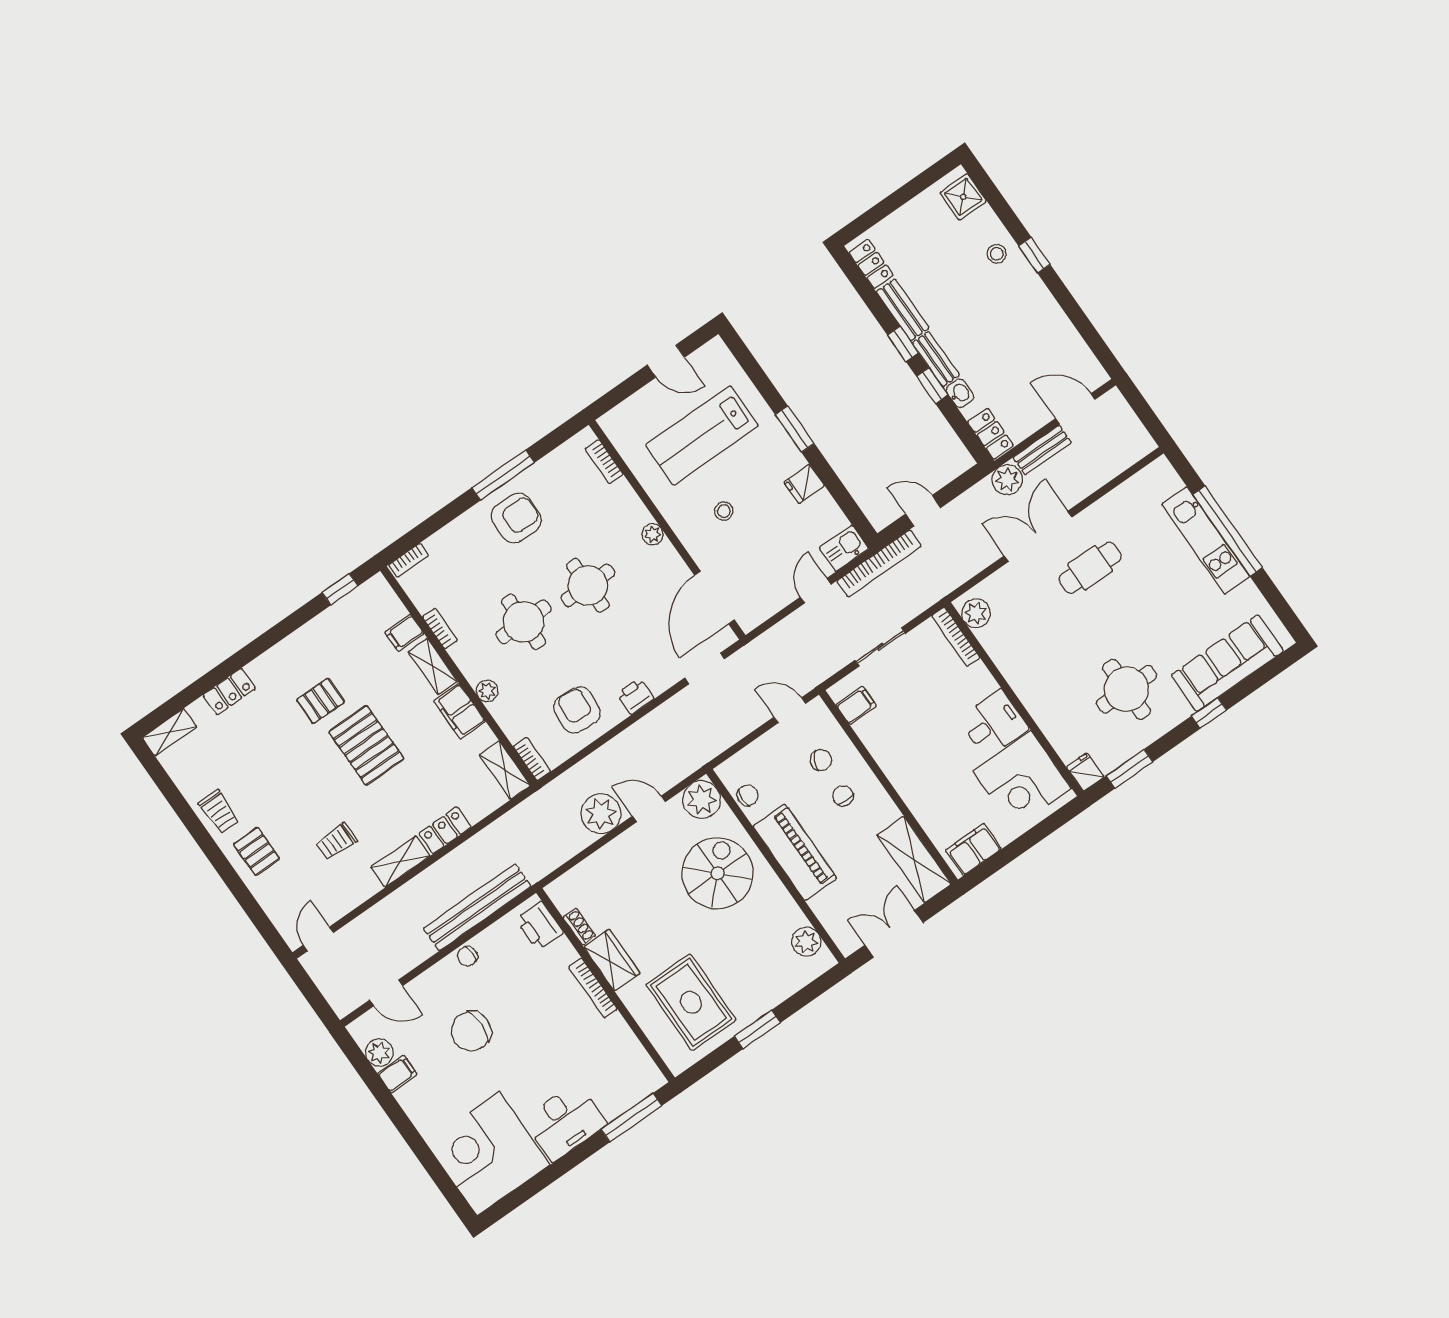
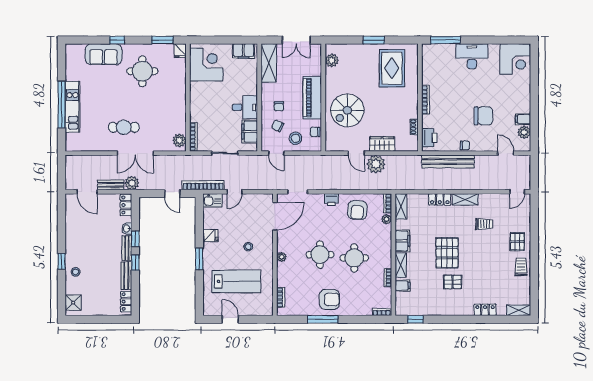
armchair: (516, 518) -> (329, 299), turned 180
sofa: (1227, 663) -> (104, 54), width x0.73
plant: (487, 691) -> (387, 219), moved
filing cabinet: (856, 705) -> (250, 131), width x2.00
desk: (993, 724) -> (245, 107), moved, turned 180
stool: (774, 760) -> (296, 138), added
plant: (702, 800) -> (334, 143), removed
wardrobe: (612, 960) -> (382, 144), moved, turned 90
corner desk: (488, 1154) -> (515, 59), width x0.74, depth x0.74

